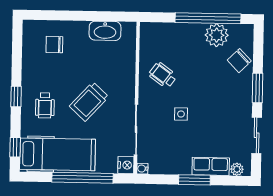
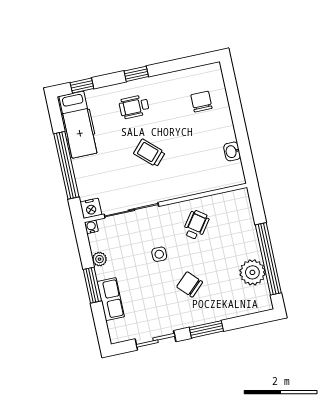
washbasin: (105, 31) -> (232, 151), width x0.52, depth x0.69
chair: (239, 61) -> (190, 284), moved
trolley: (89, 102) -> (149, 153), width x0.73, depth x0.72
hospital bed: (57, 154) -> (78, 125), width x0.73, depth x0.78
plant: (237, 169) -> (100, 259), moved

